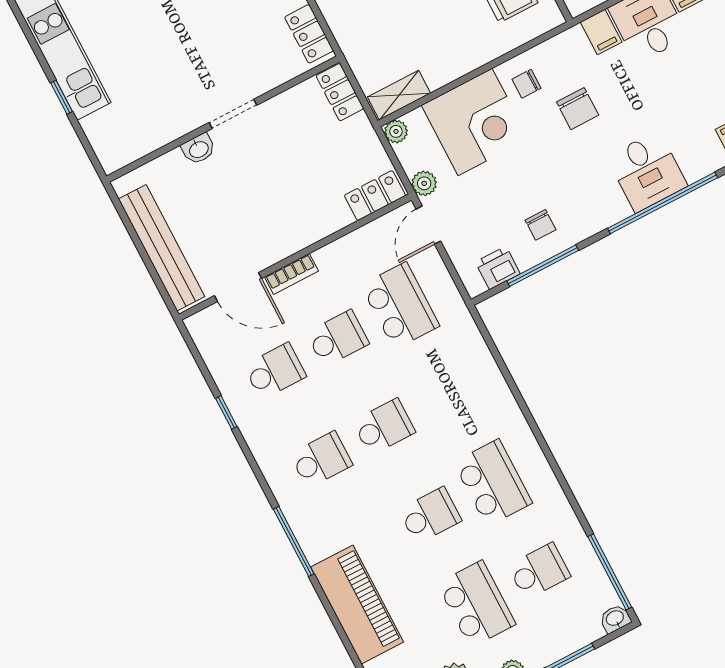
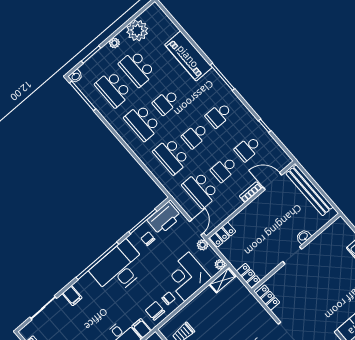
chair: (578, 109) -> (155, 311), moved
desk: (647, 171) -> (119, 268), width x1.87, depth x1.30
printer: (498, 268) -> (164, 218), width x1.87, depth x1.48
school desk: (447, 394) -> (171, 156), added
school desk: (539, 571) -> (113, 89), width x1.85

